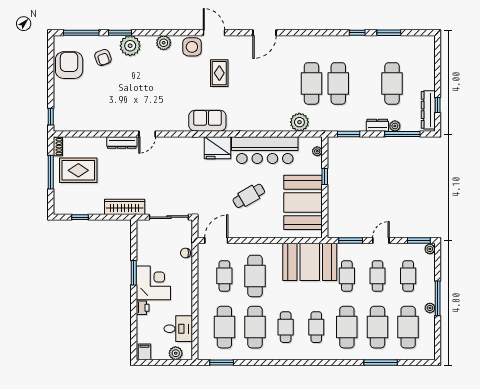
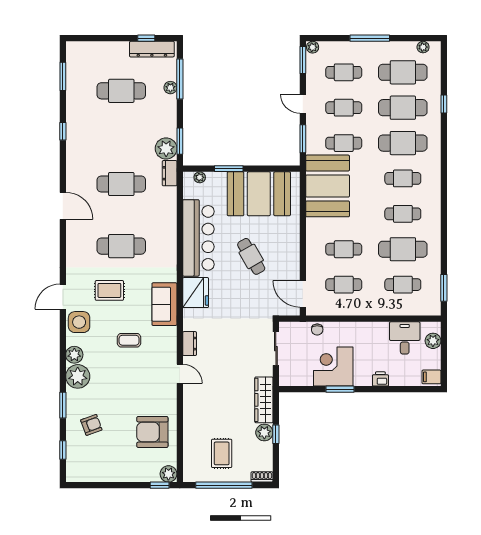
window: (81, 33) -> (63, 450), width x0.46
door: (265, 33) -> (63, 206), moved
window: (389, 33) -> (63, 76), moved
plant: (130, 46) -> (78, 376), moved
armchair: (69, 65) -> (152, 432), moved
cafe table: (338, 83) -> (121, 246), moved
coffee table: (176, 90) -> (129, 340), added
plant: (299, 122) -> (166, 149), moved
plant: (61, 124) -> (168, 474), added
dresser: (377, 125) -> (170, 173), moved
dresser: (122, 143) -> (190, 344), moved, width x0.70
shoe rack: (58, 147) -> (262, 477), moved
rug: (78, 170) -> (222, 453), width x0.73, depth x0.70
window: (51, 172) -> (224, 485), width x1.46
window: (325, 176) -> (229, 169), width x1.50
plant: (96, 207) -> (264, 433), added
window: (80, 217) -> (276, 434), moved
sliding door: (169, 217) -> (276, 349), width x0.73
cafe table: (255, 276) -> (344, 249), width x0.73, depth x0.74
corner desk: (153, 283) -> (333, 367), moved
plant: (430, 308) -> (423, 47), moved
cafe table: (224, 327) -> (403, 285), width x0.73, depth x0.74
window: (381, 363) -> (444, 104), width x0.46

